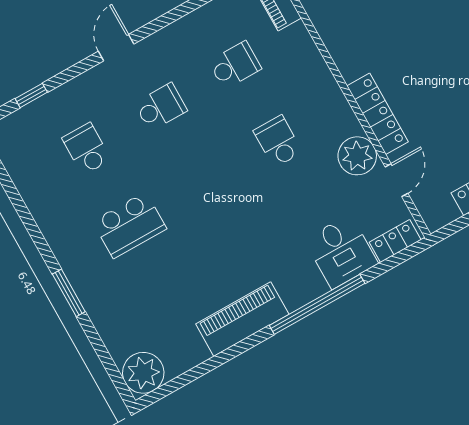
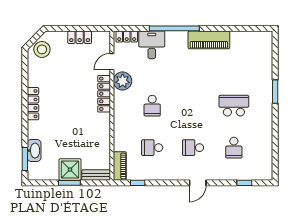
plant: (143, 373) -> (263, 41), removed

